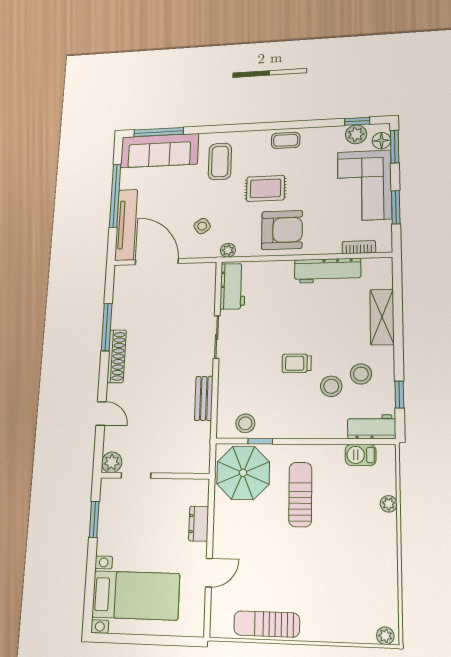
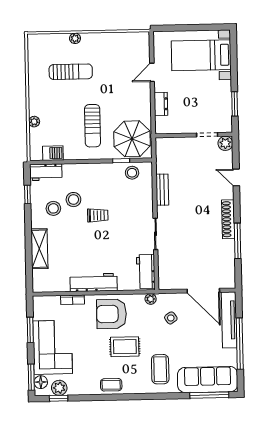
bookcase: (359, 247) -> (72, 300), moved
workbench: (328, 271) -> (94, 282), moved
sun lounger: (267, 624) -> (71, 72), moved
plant: (385, 636) -> (75, 38), moved

